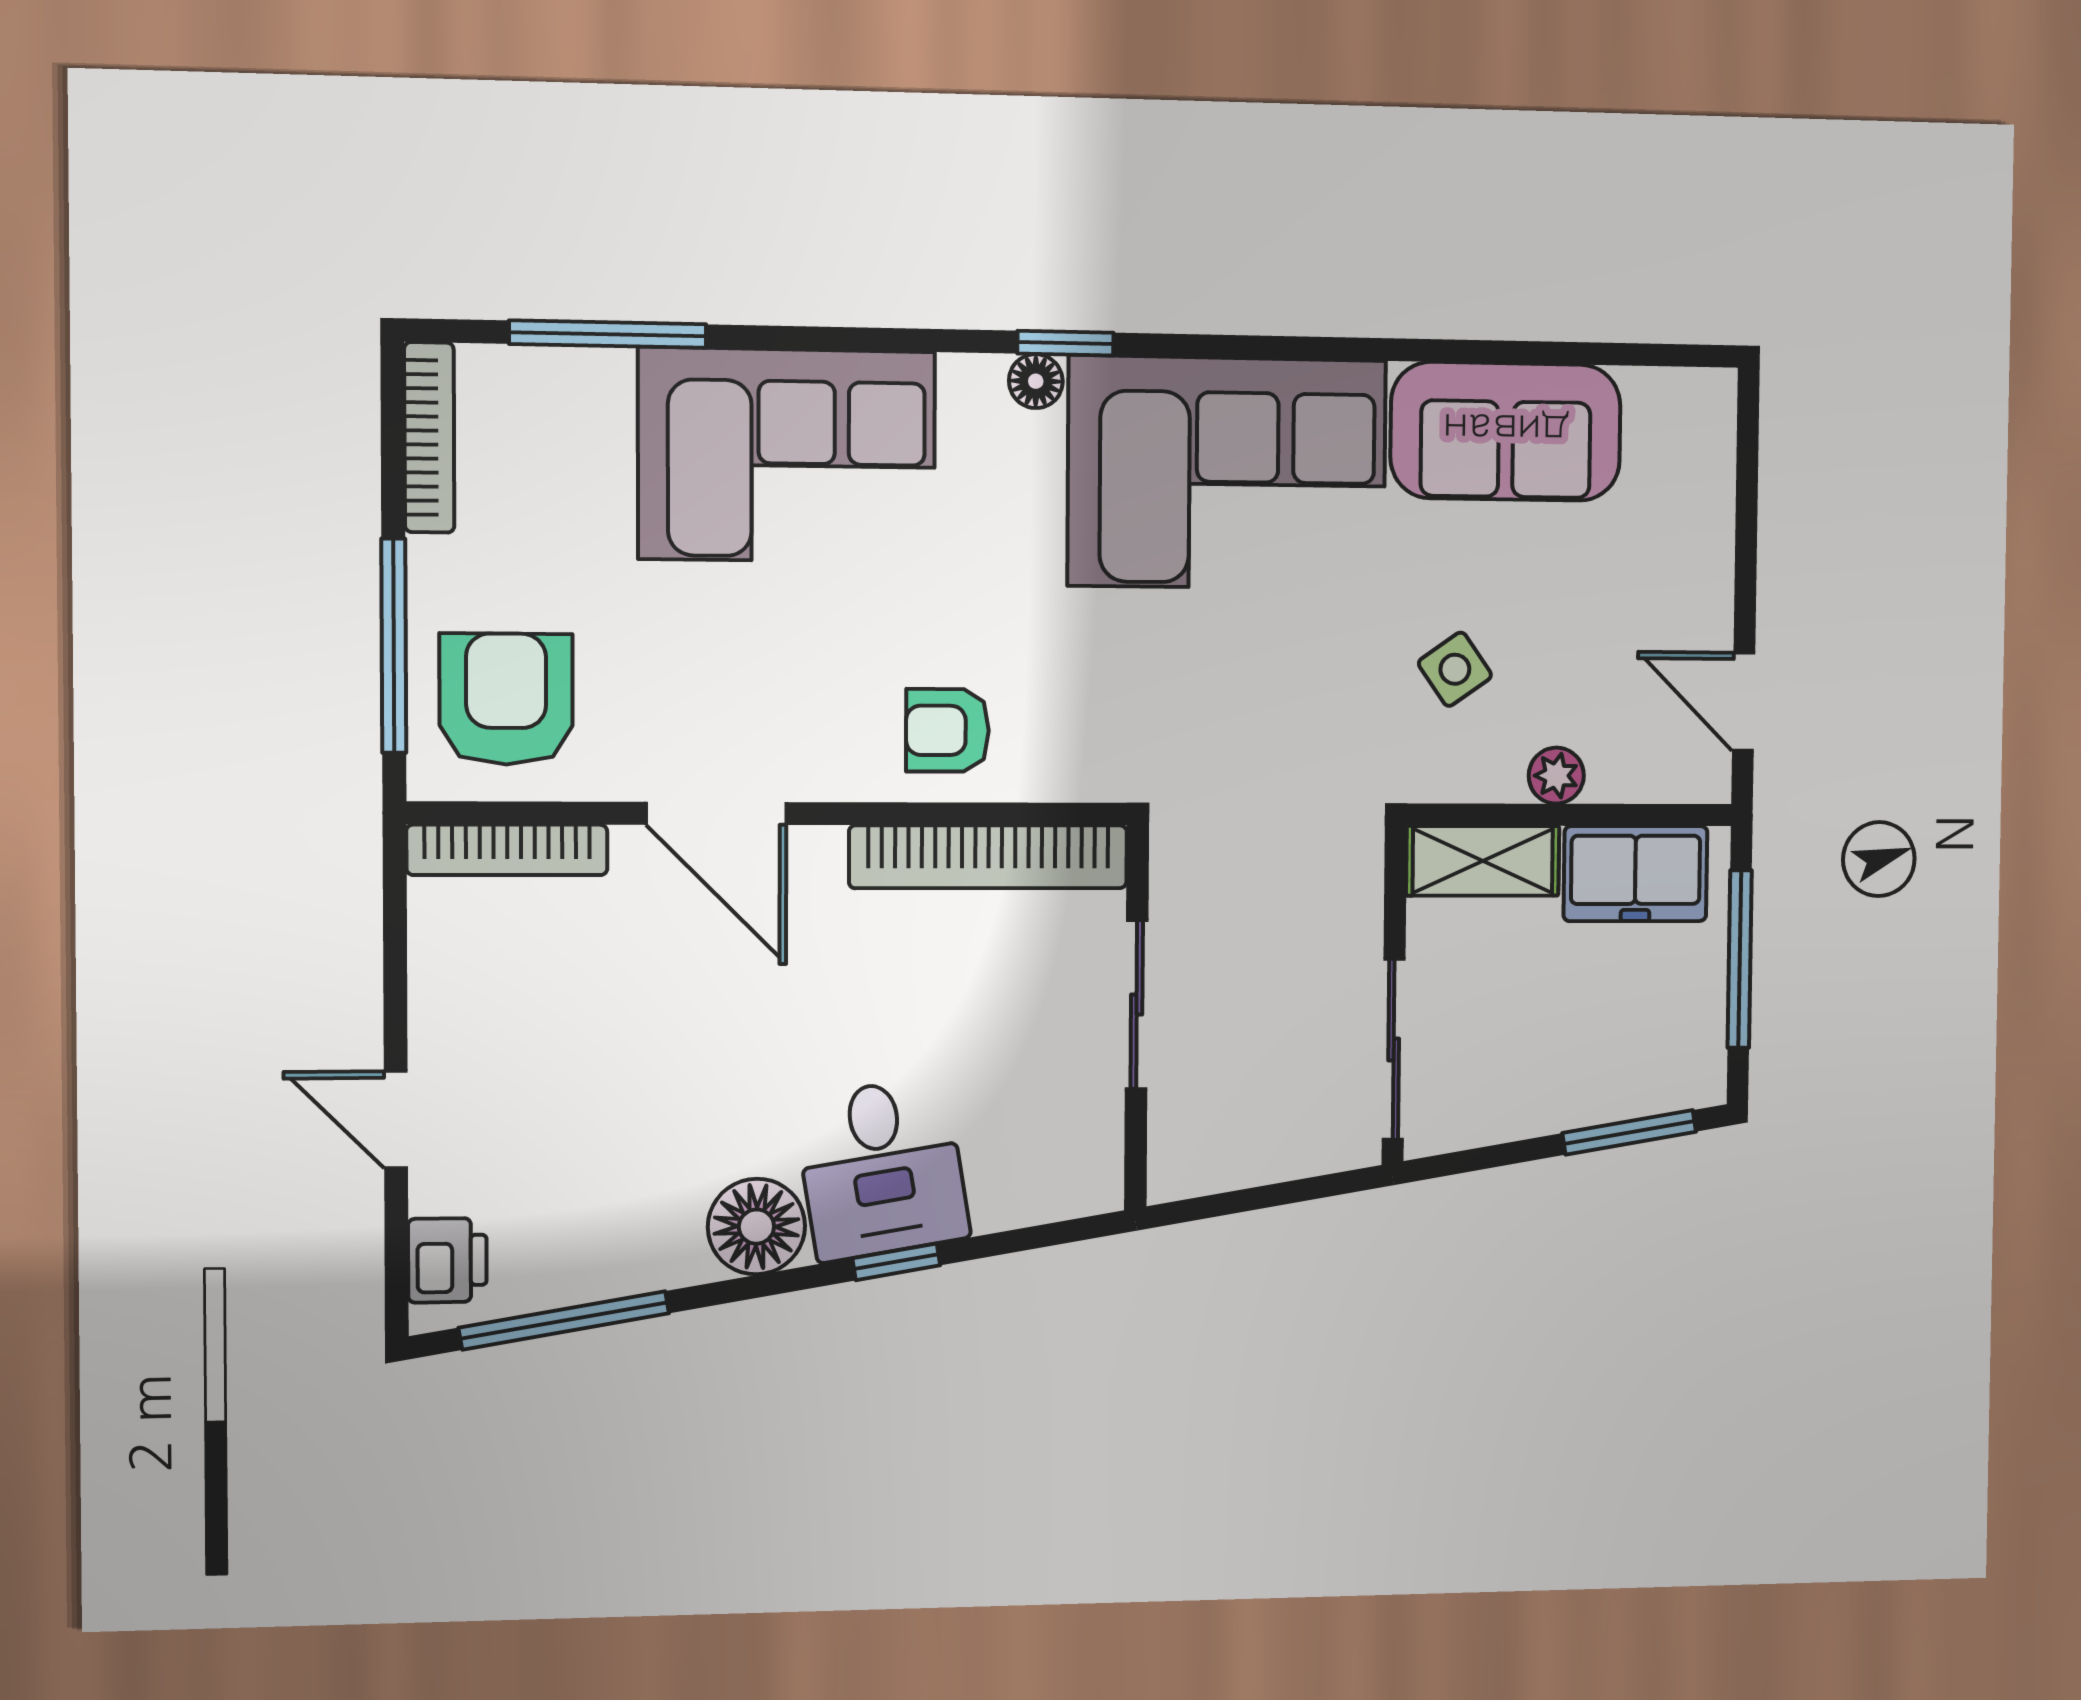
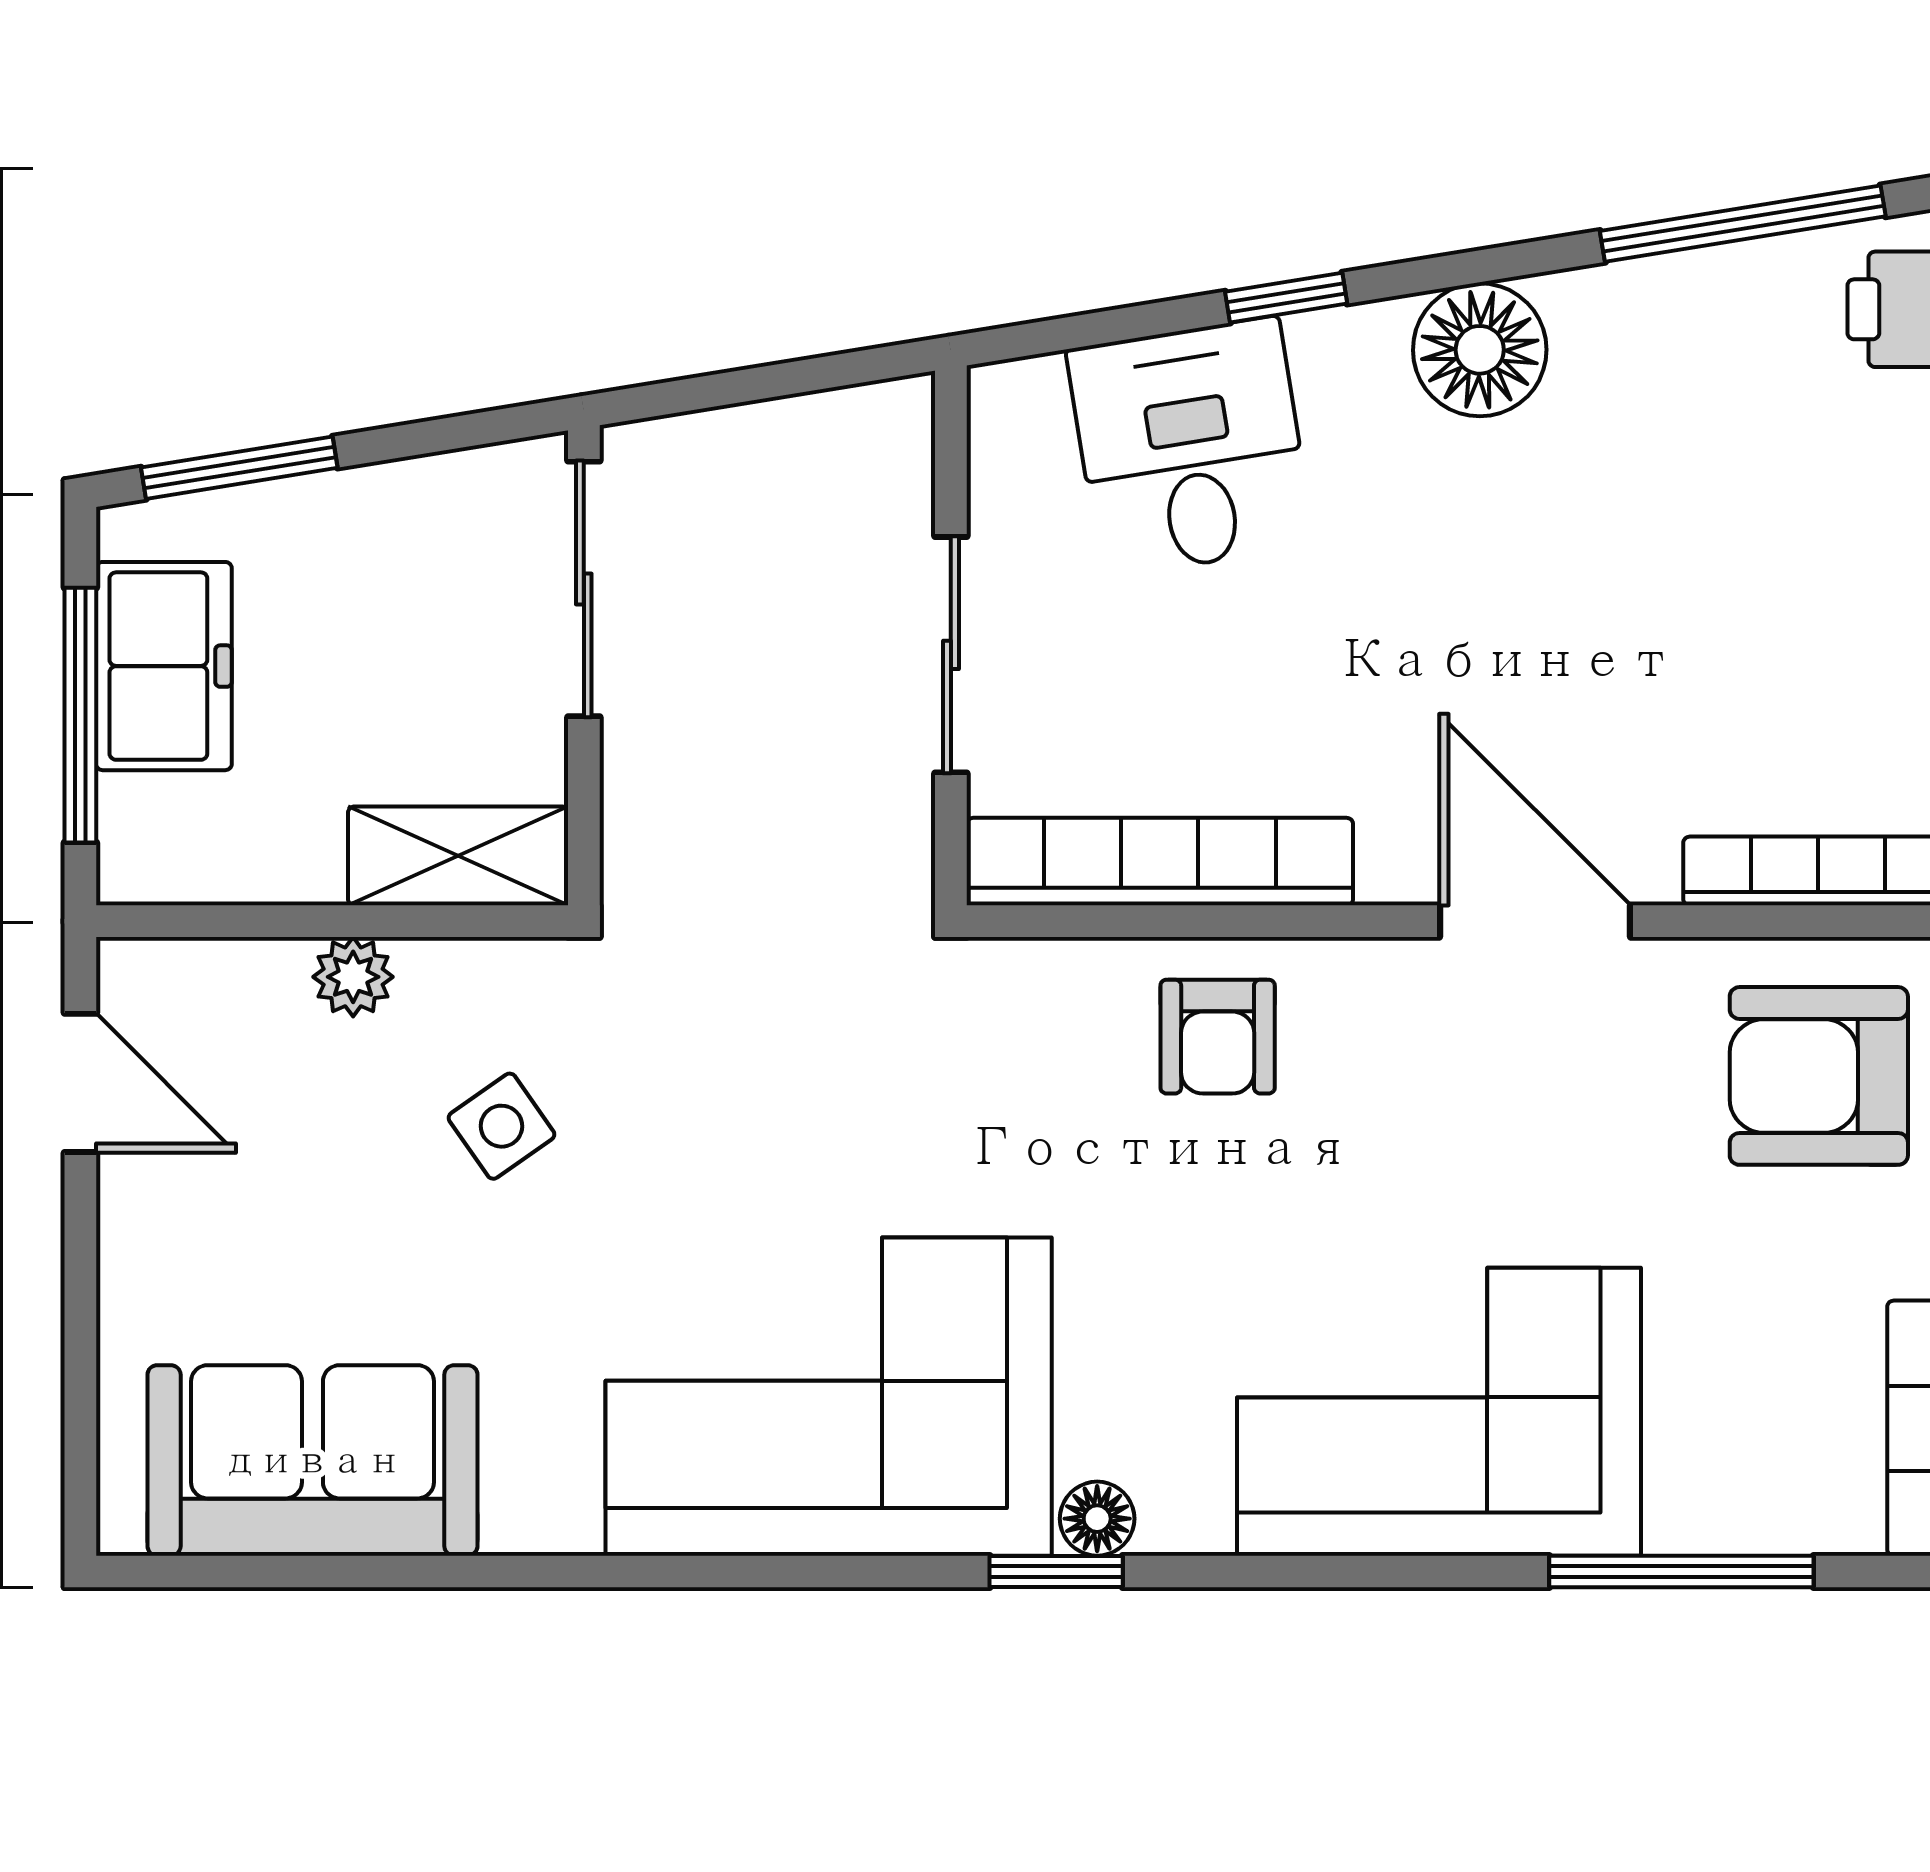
sofa: (1506, 431) -> (312, 1460), moved
armchair: (506, 699) -> (1819, 1076), turned 90
armchair: (947, 730) -> (1218, 1037), turned 90
freezer: (1636, 874) -> (164, 666), moved, turned 90
desk: (882, 1169) -> (1190, 447), moved

